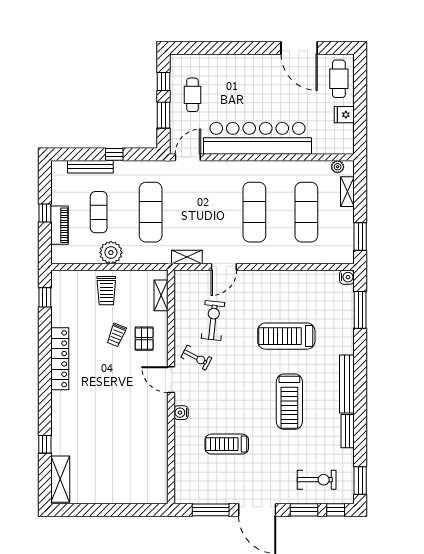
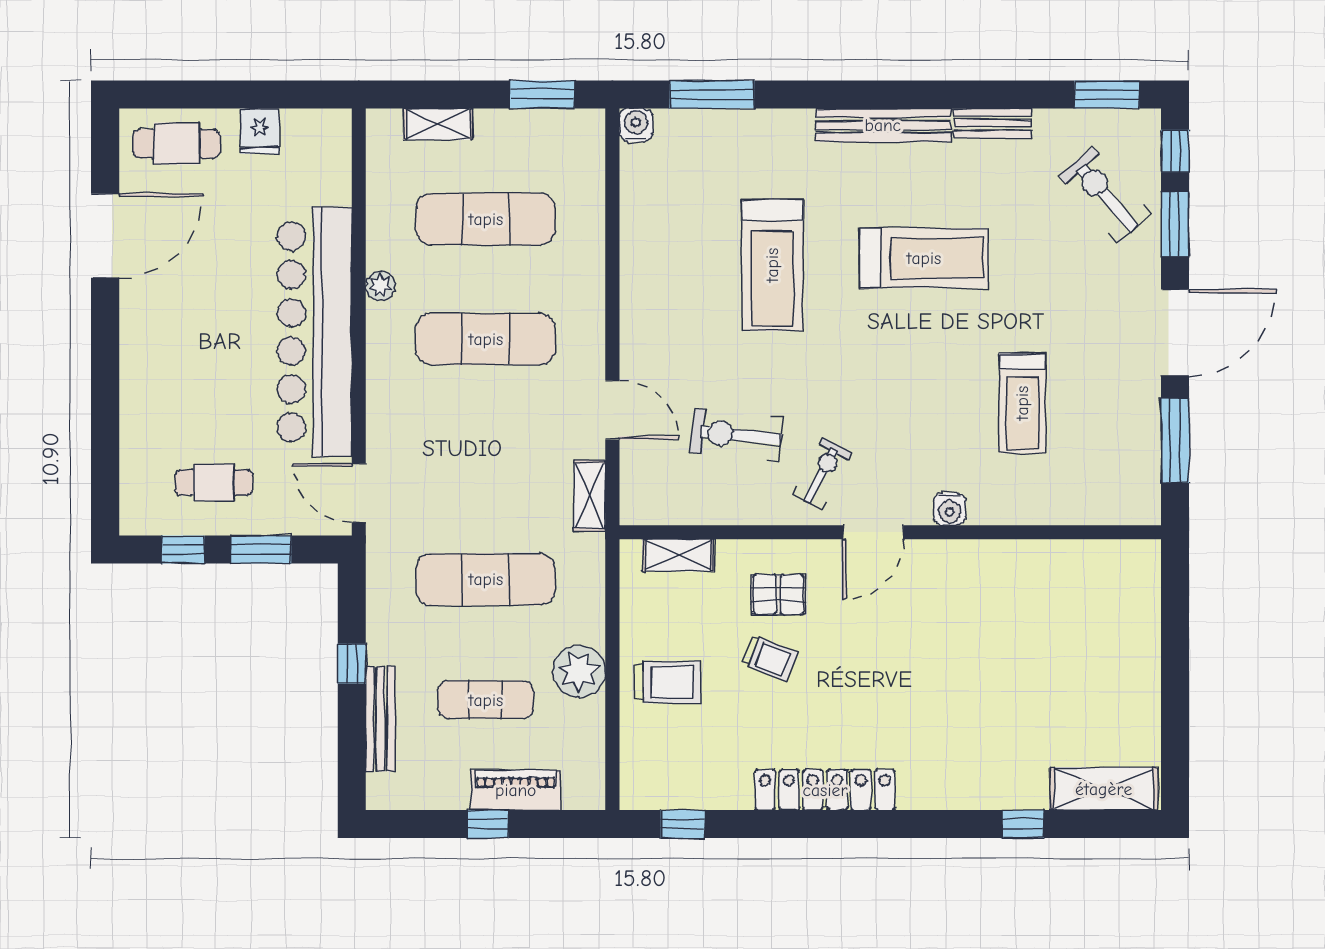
plant: (338, 167) -> (380, 286), moved
exercise bike: (317, 480) -> (1105, 195), turned -41

